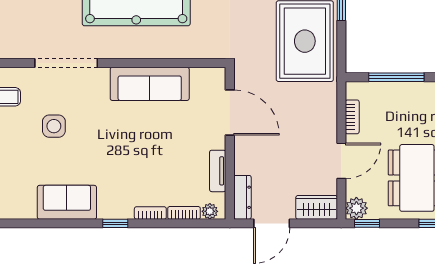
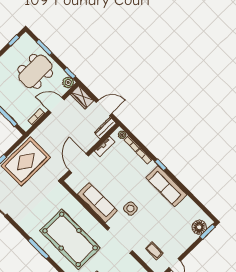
side table: (54, 126) -> (131, 209), moved
sofa: (67, 202) -> (166, 186), width x1.36

